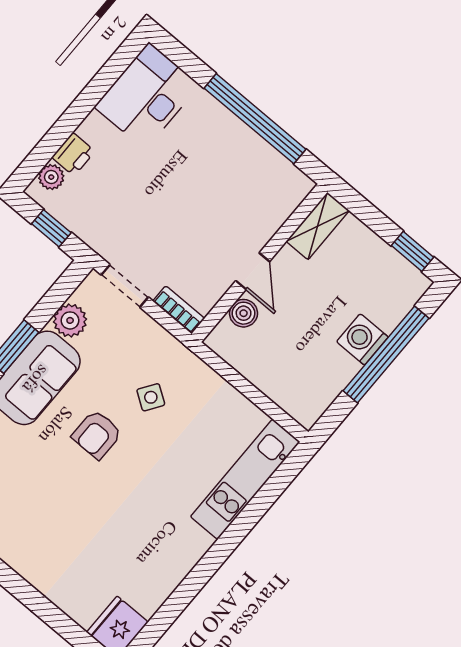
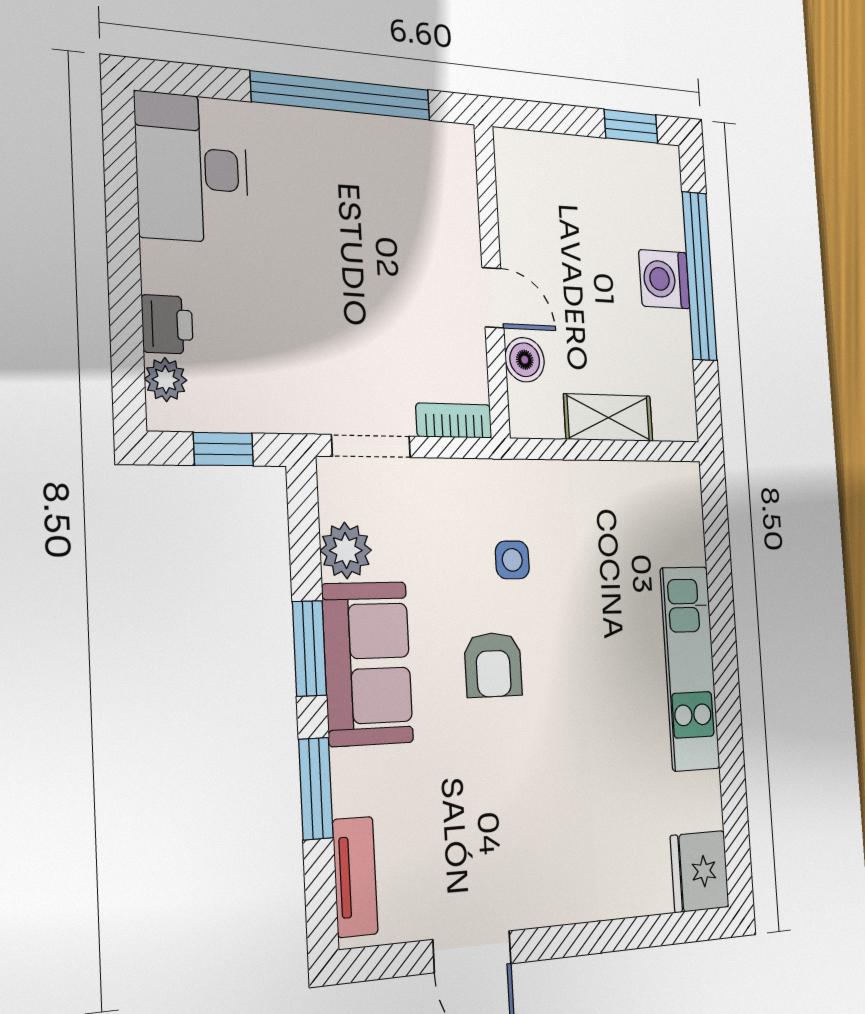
shelving: (318, 226) -> (608, 418), moved, turned 90
side table: (151, 397) -> (512, 560), turned -34
kitchen unit: (245, 479) -> (690, 668), moved

